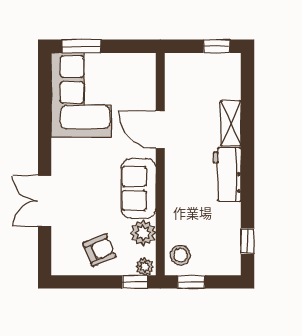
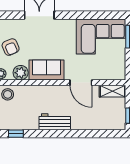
shelving: (231, 123) -> (113, 91), moved
door: (160, 130) -> (81, 83), swing flipped

